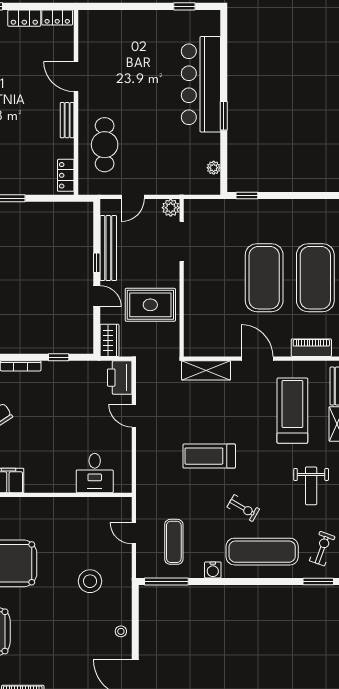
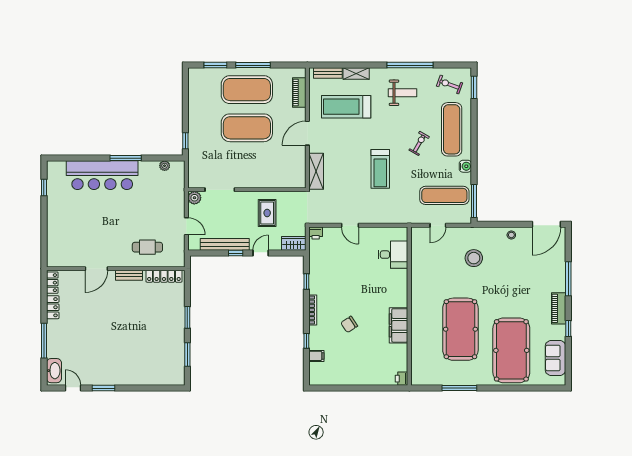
window: (224, 116) -> (126, 158), width x1.44
cafe table: (105, 145) -> (147, 247), width x0.73, depth x0.74
locker: (66, 175) -> (164, 276), width x1.53
rug: (150, 305) -> (267, 213), width x0.73, depth x0.70
printer: (120, 378) -> (316, 233), width x0.53, depth x0.68
door: (134, 416) -> (350, 225), hinge flipped
exercise mat: (174, 542) -> (444, 195), width x1.36, depth x1.45

